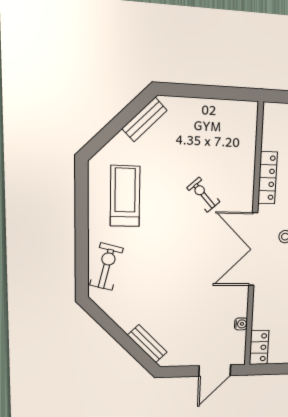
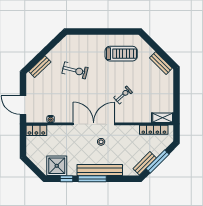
shelving: (249, 122) -> (163, 118), added
locker: (268, 178) -> (154, 130), moved
exercise bike: (106, 267) -> (75, 70), moved

